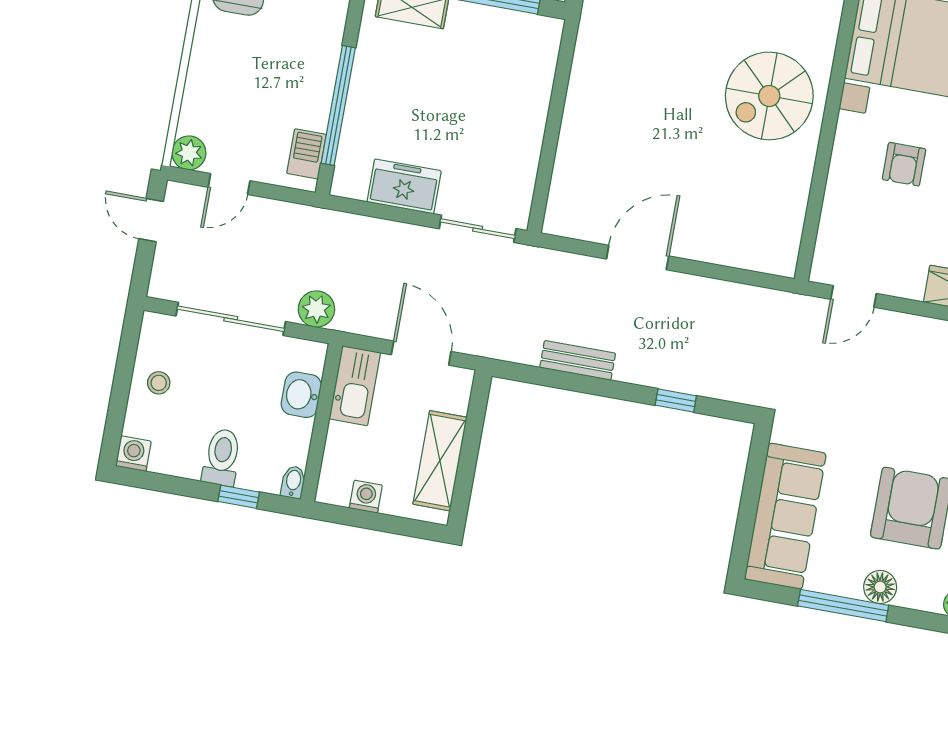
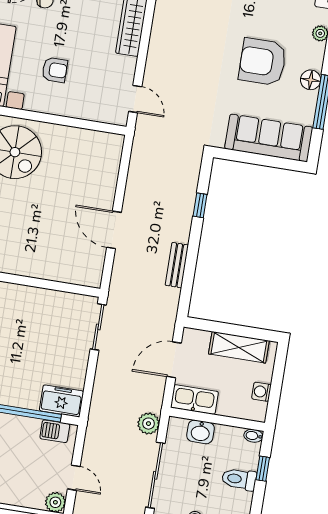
freezer: (404, 186) -> (61, 401), moved, turned 90

